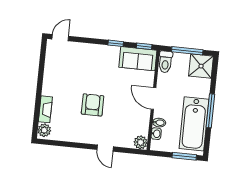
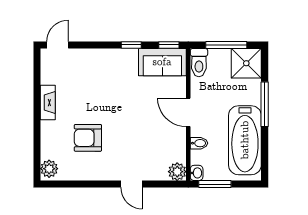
armchair: (93, 105) -> (88, 138), moved, turned -90
fireplace: (45, 109) -> (48, 103), moved
window: (210, 111) -> (265, 104), moved
washbasin: (156, 134) -> (197, 173), moved
window: (184, 156) -> (215, 184), moved

